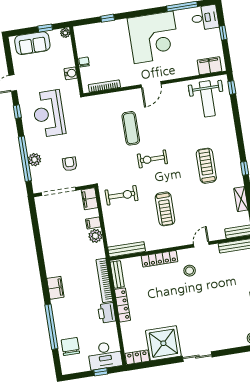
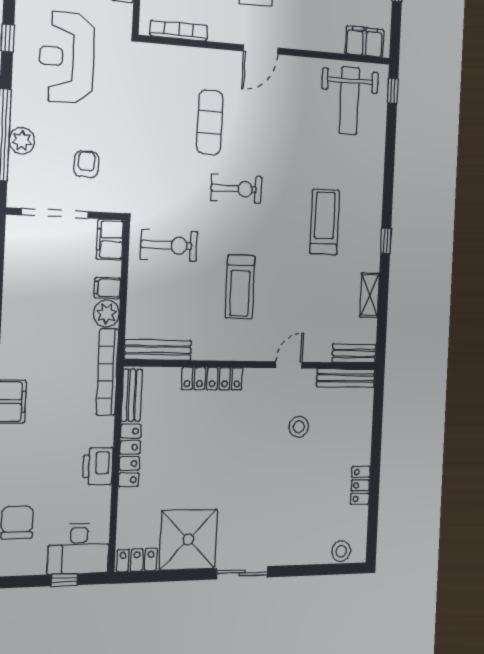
exercise bike: (152, 159) -> (236, 189), turned 180
stool: (190, 271) -> (299, 427), moved
bookcase: (104, 280) -> (107, 372), moved

